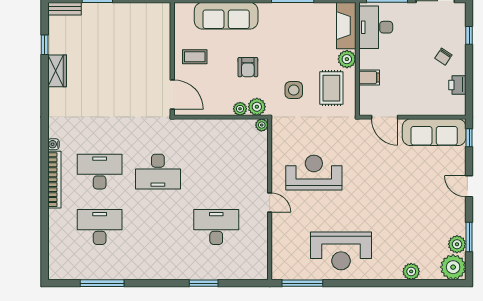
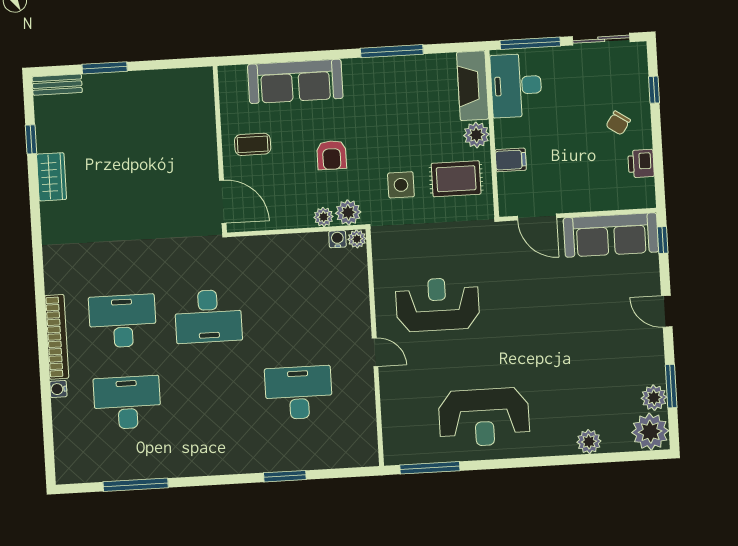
rug: (331, 88) -> (456, 179), turned 90
water cooler: (249, 124) -> (337, 239), added
water cooler: (53, 144) -> (58, 389), moved

